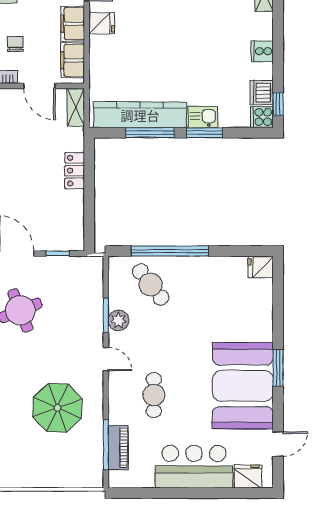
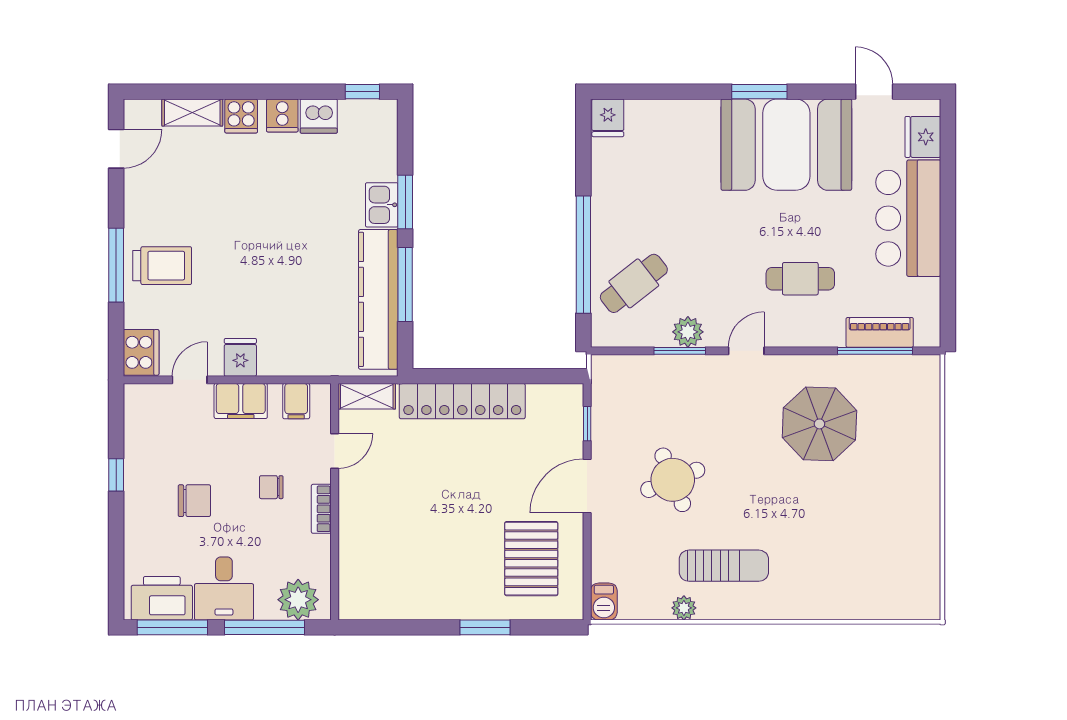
filing cabinet: (73, 60) -> (296, 401), width x0.50
door: (39, 86) -> (335, 451), width x0.73
dishwasher: (262, 93) -> (319, 116), moved
cooker: (262, 117) -> (241, 116), moved
locker: (75, 171) -> (462, 401), width x2.16, depth x1.21

